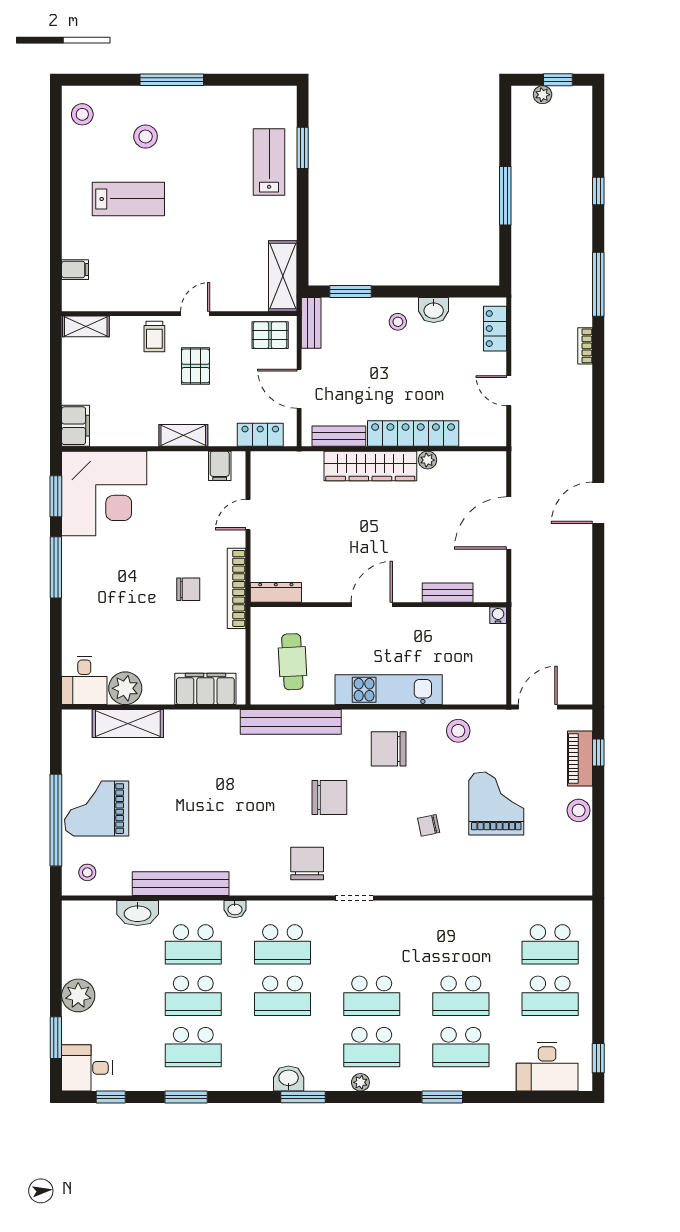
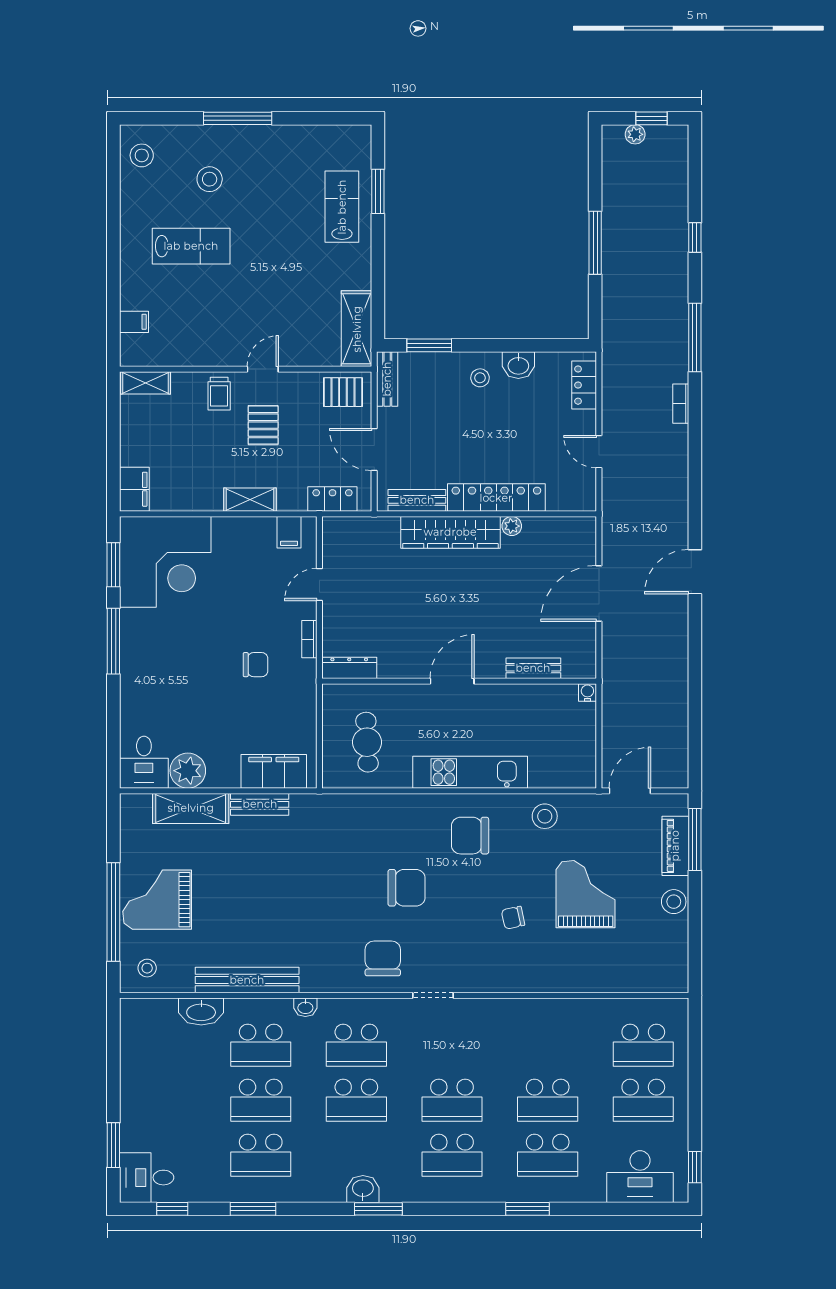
bookcase: (236, 588) -> (309, 639), width x0.43, depth x0.76
bench: (291, 722) -> (260, 804), moved, width x0.54, depth x0.82
window: (598, 752) -> (695, 839), width x2.17
plant: (78, 995) -> (137, 1100), removed
plant: (360, 1082) -> (440, 1193), removed

